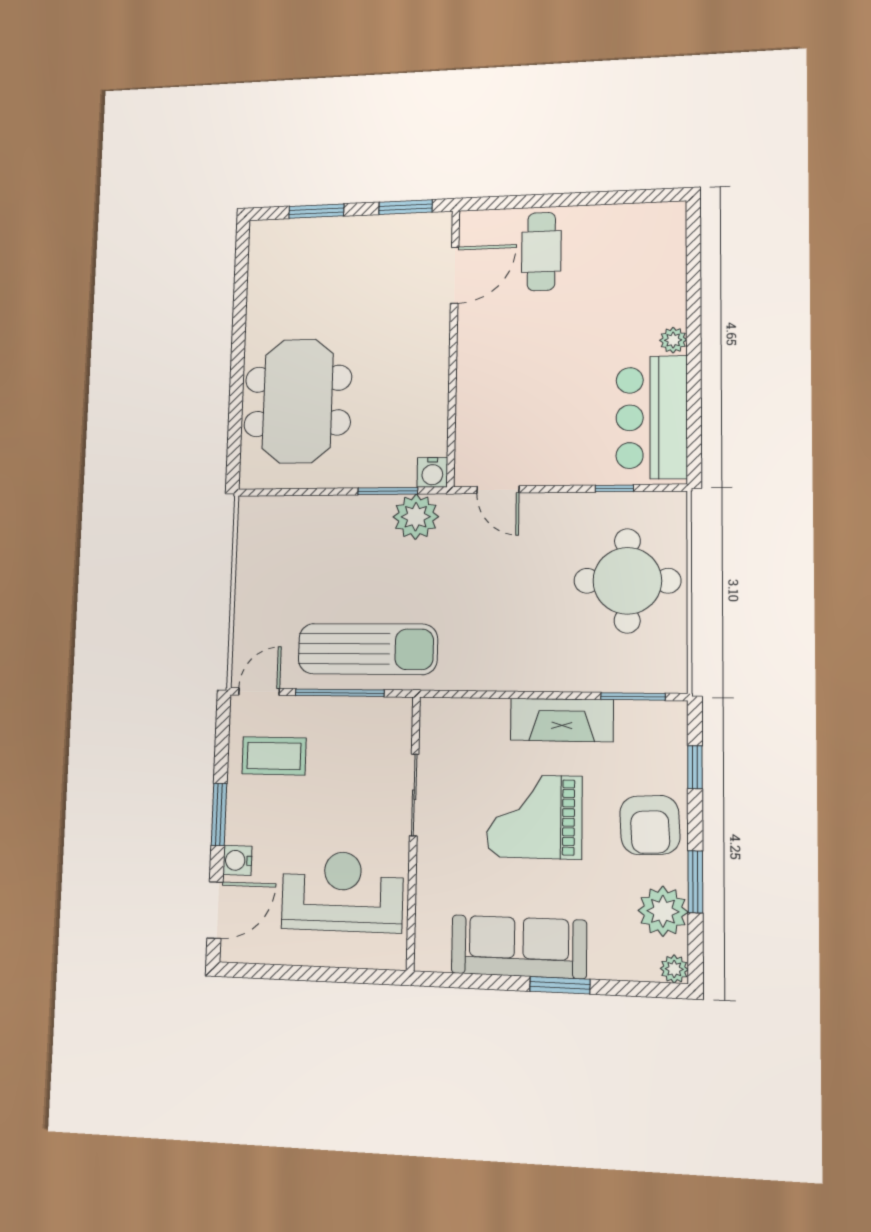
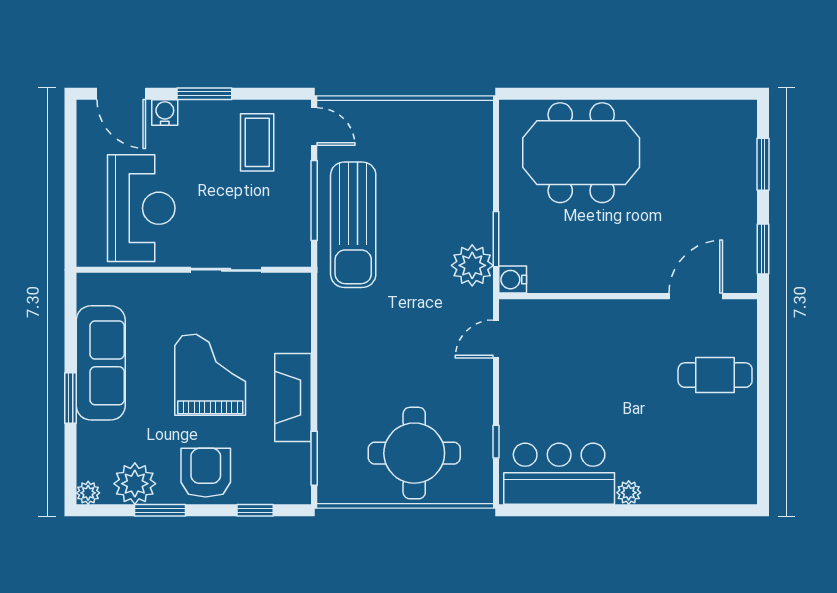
door: (455, 275) -> (696, 296), swing flipped
armchair: (650, 825) -> (206, 473), turned 93

